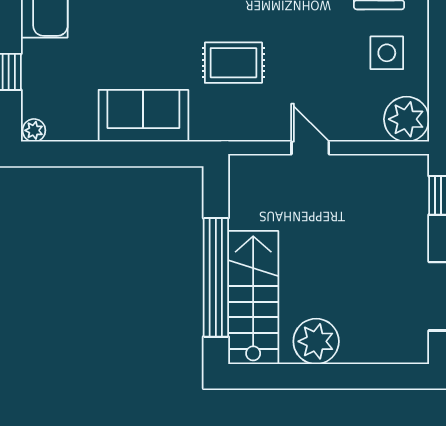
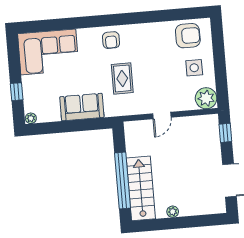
rug: (233, 63) -> (122, 78), turned 90
door: (310, 148) -> (162, 116), swing flipped
plant: (316, 341) -> (173, 212), width x0.53, depth x0.53

